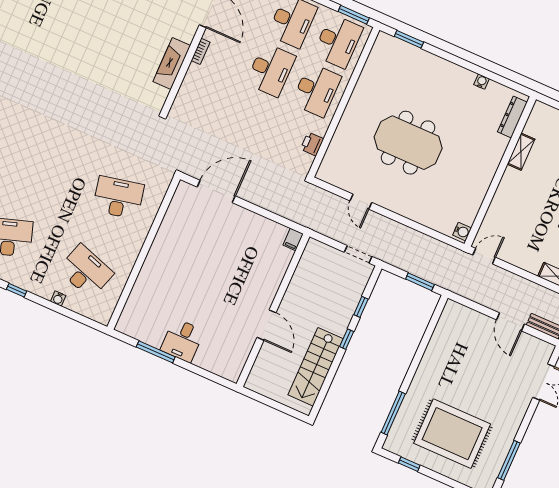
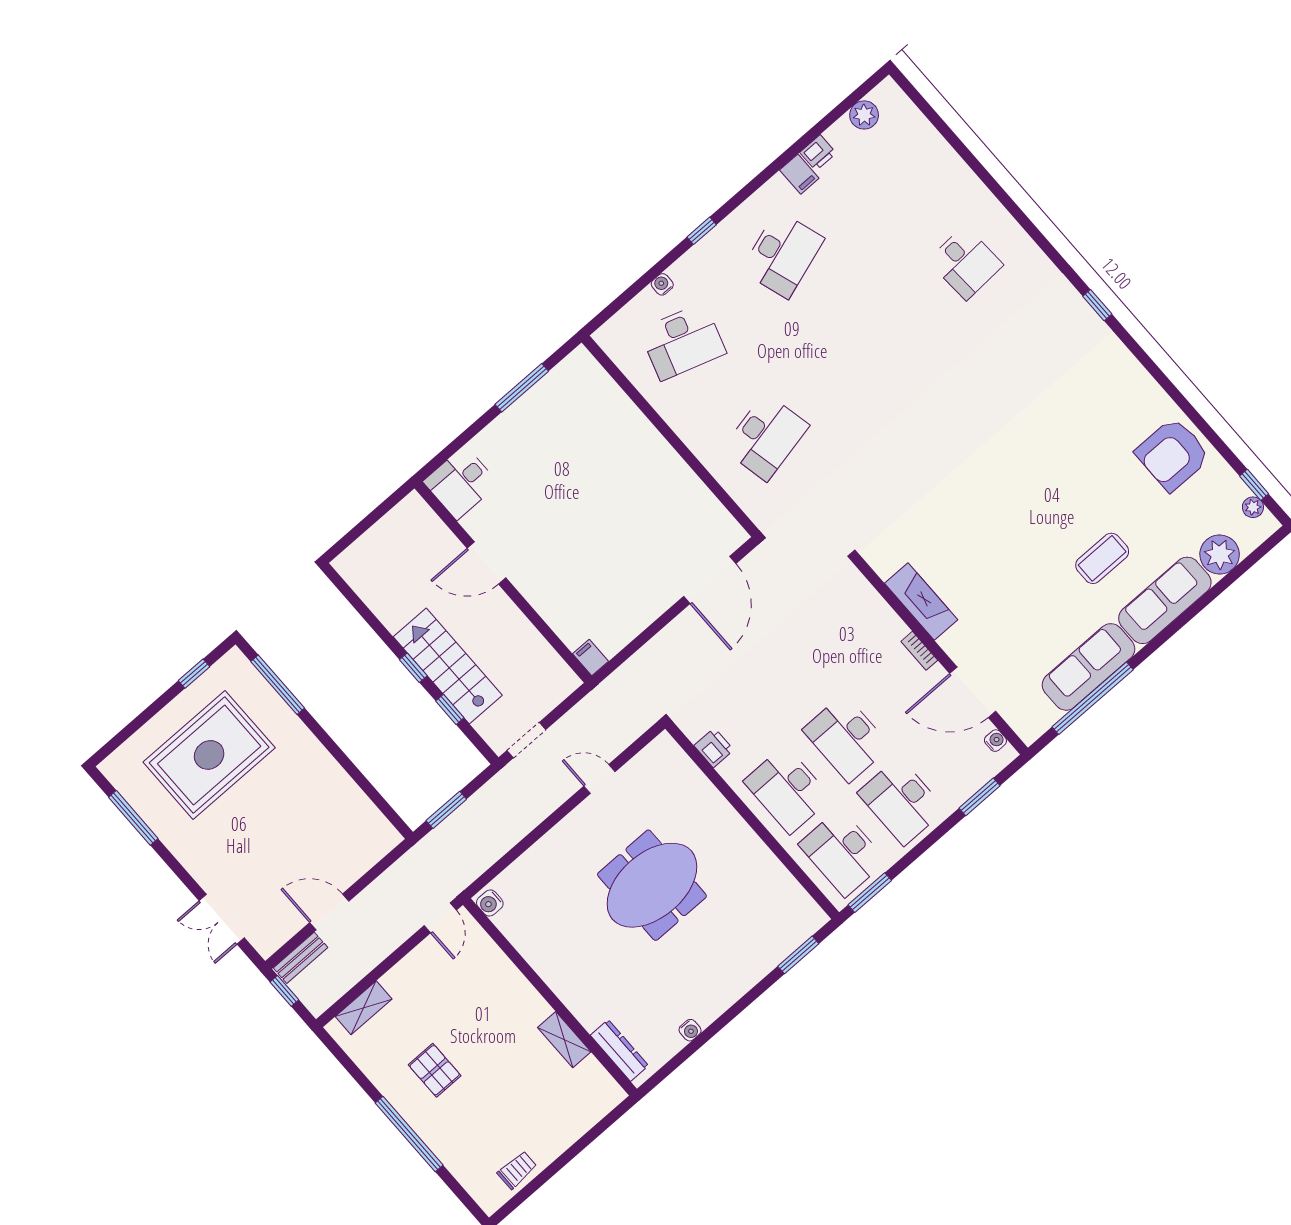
desk: (182, 340) -> (461, 483), moved, turned -90
stairs: (316, 367) -> (448, 666), moved

